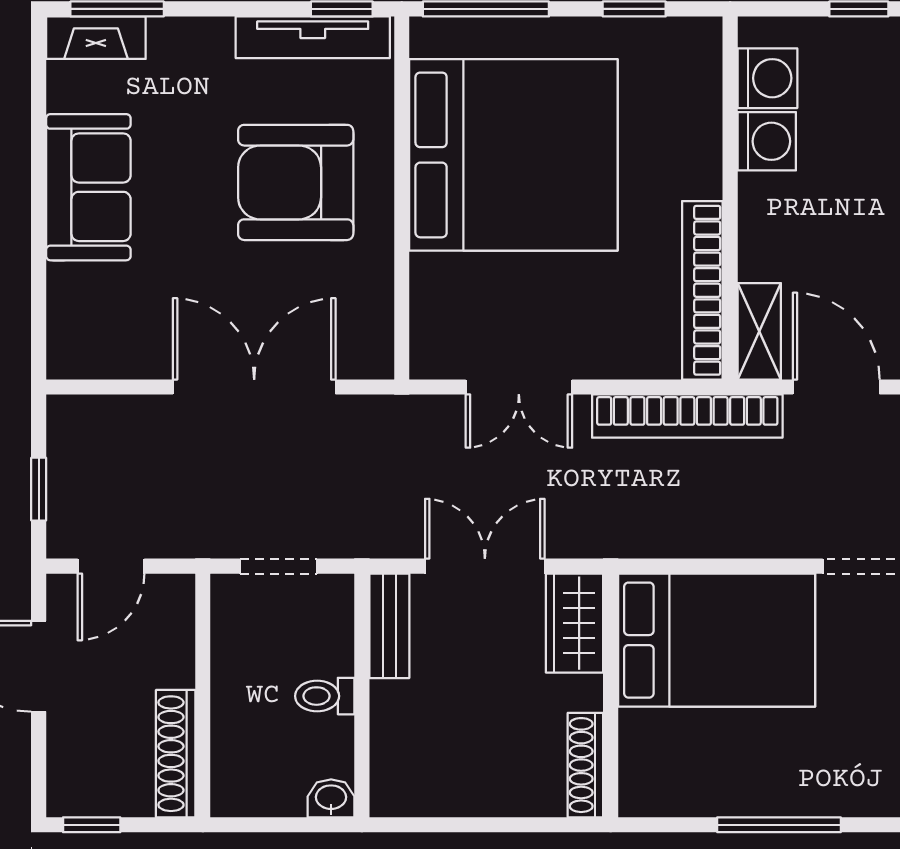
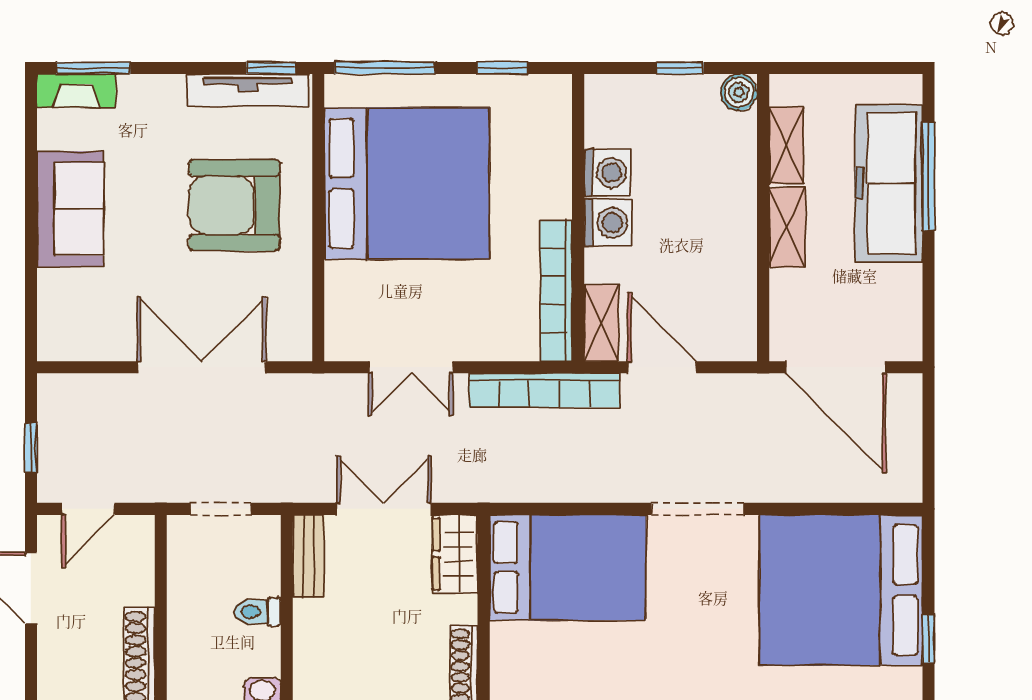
washing machine: (767, 78) -> (608, 223), moved

